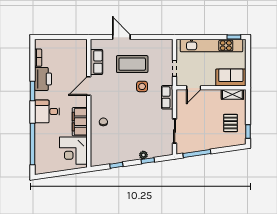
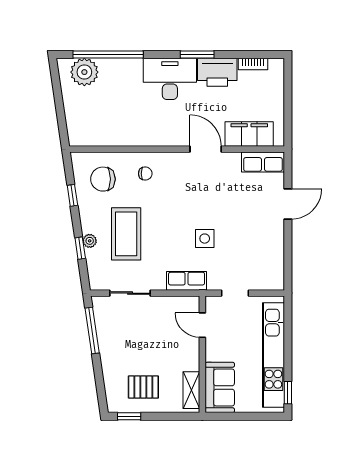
row of seats: (96, 62) -> (263, 162), moved
coffee table: (132, 64) -> (126, 234), moved
desk: (47, 111) -> (170, 79), width x1.37
filing cabinet: (80, 122) -> (249, 134), moved
chair: (107, 147) -> (103, 179), added
corner desk: (73, 151) -> (97, 123), removed
plant: (43, 158) -> (84, 72), added

